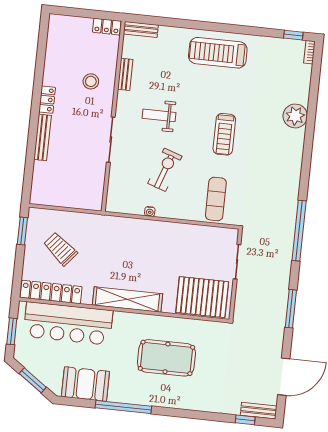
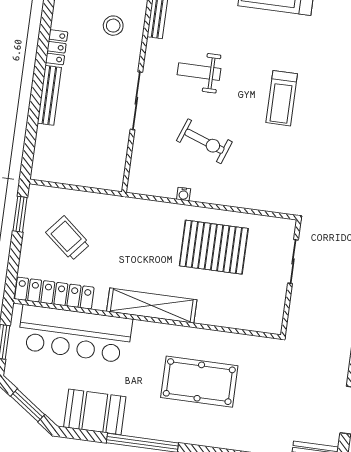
exercise bike: (165, 170) -> (204, 141), turned 91
exercise mat: (216, 199) -> (268, 181), removed
pallet: (202, 297) -> (214, 247), moved

